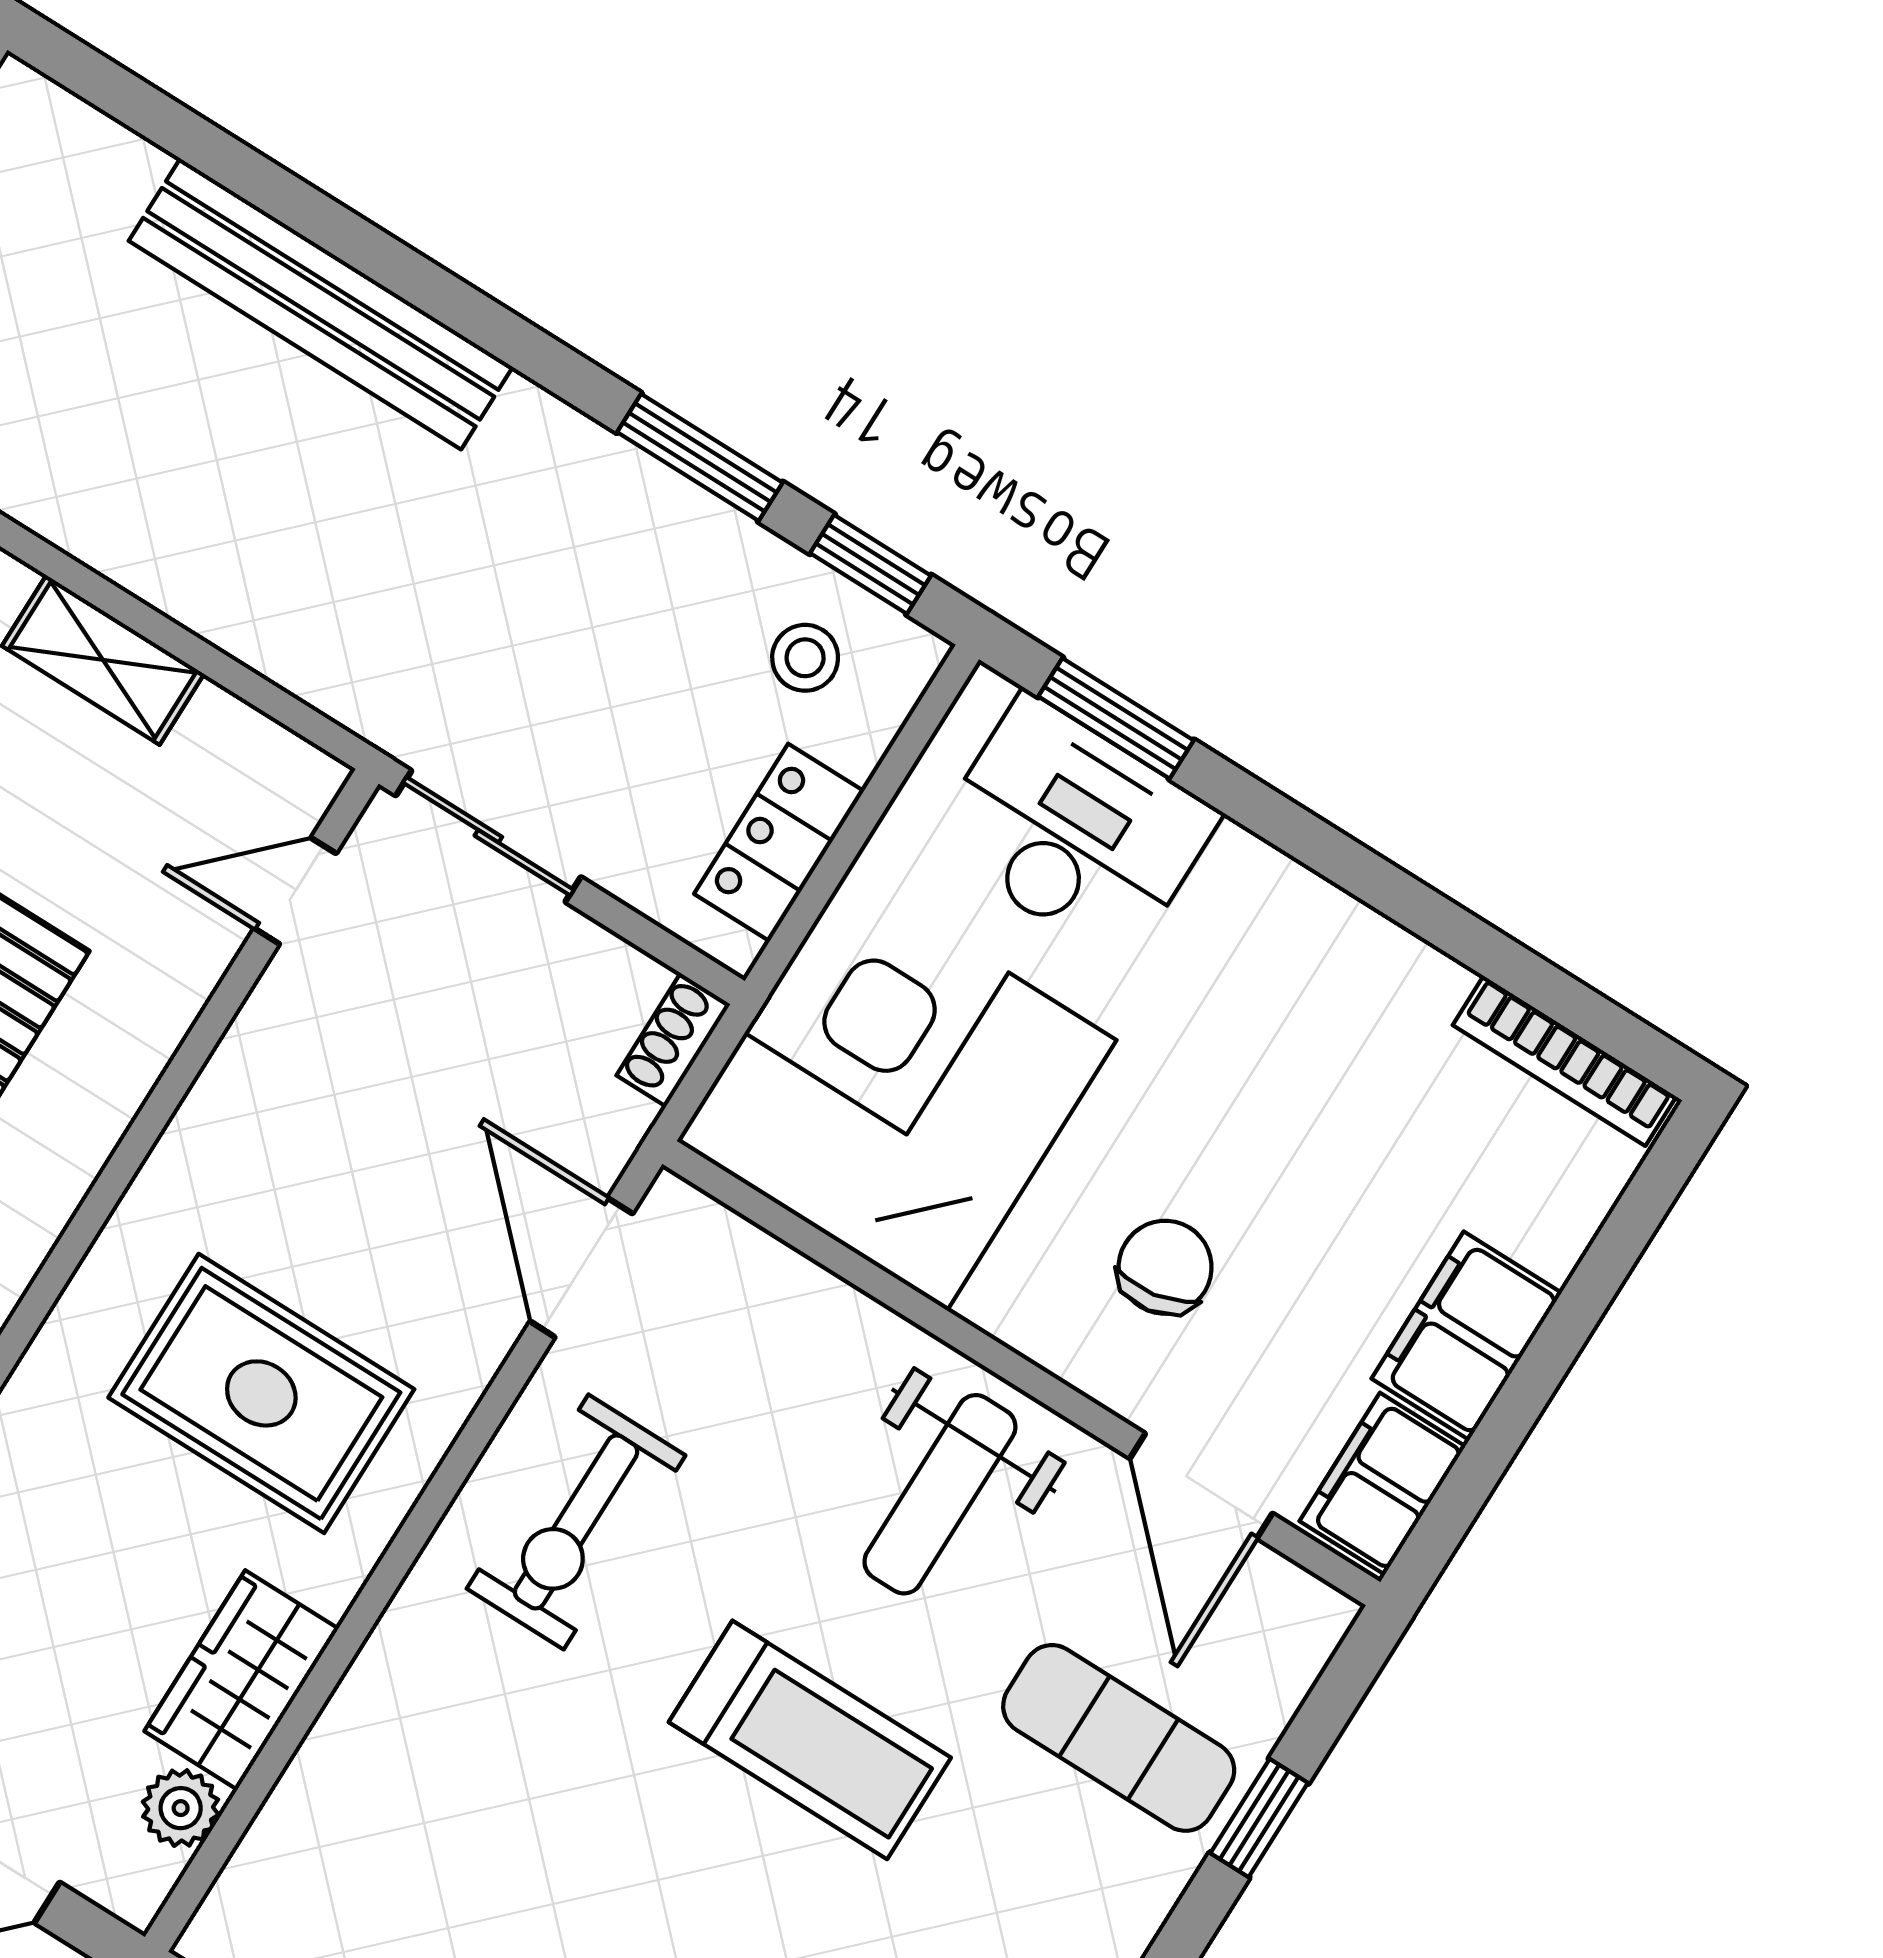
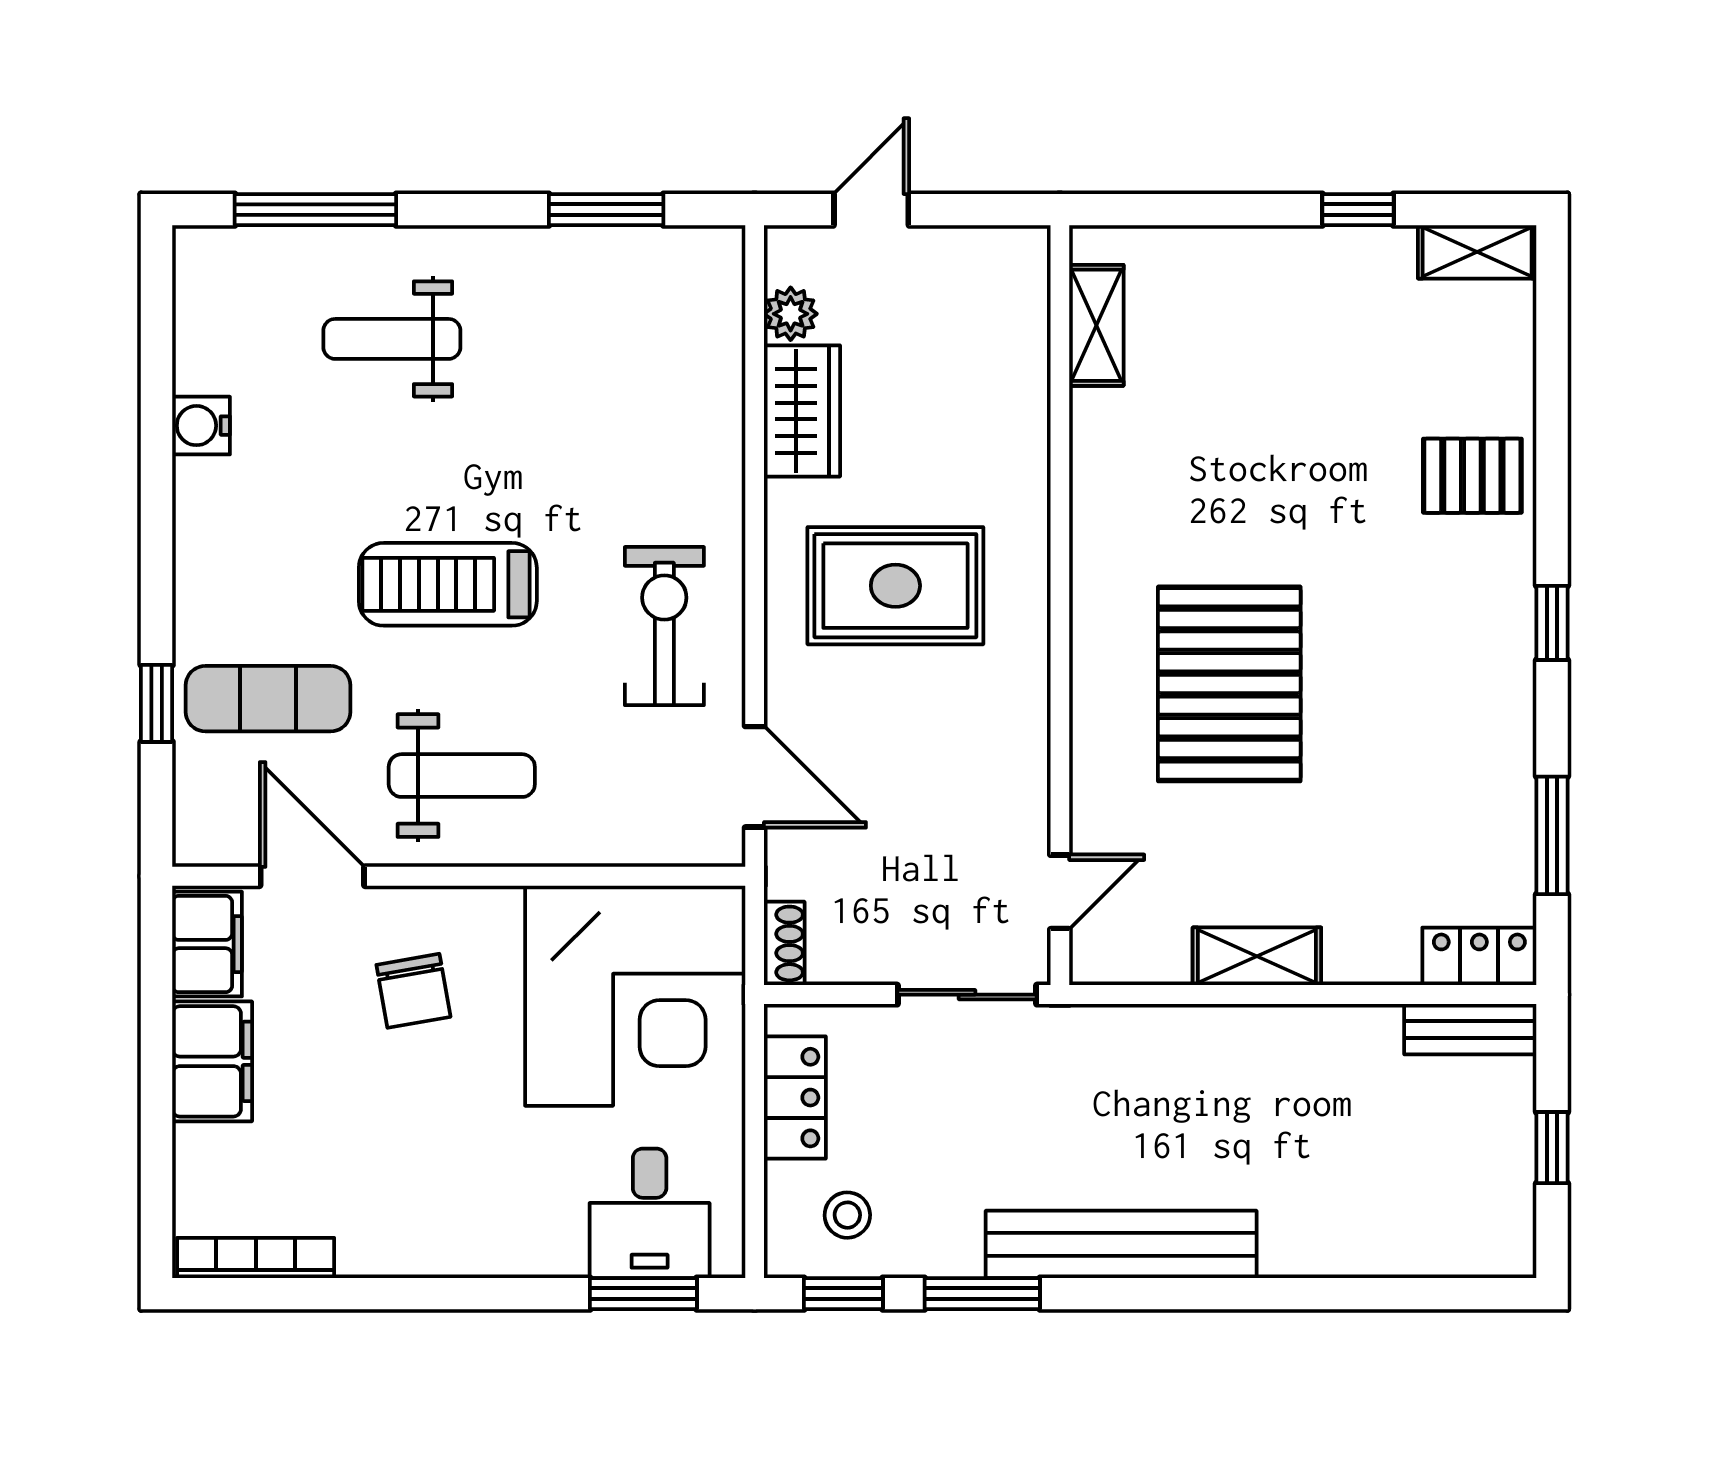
bench: (321, 304) -> (1121, 1244), moved
desk: (1074, 829) -> (650, 1213), width x0.73
weight bench: (940, 1494) -> (462, 776), turned 90

